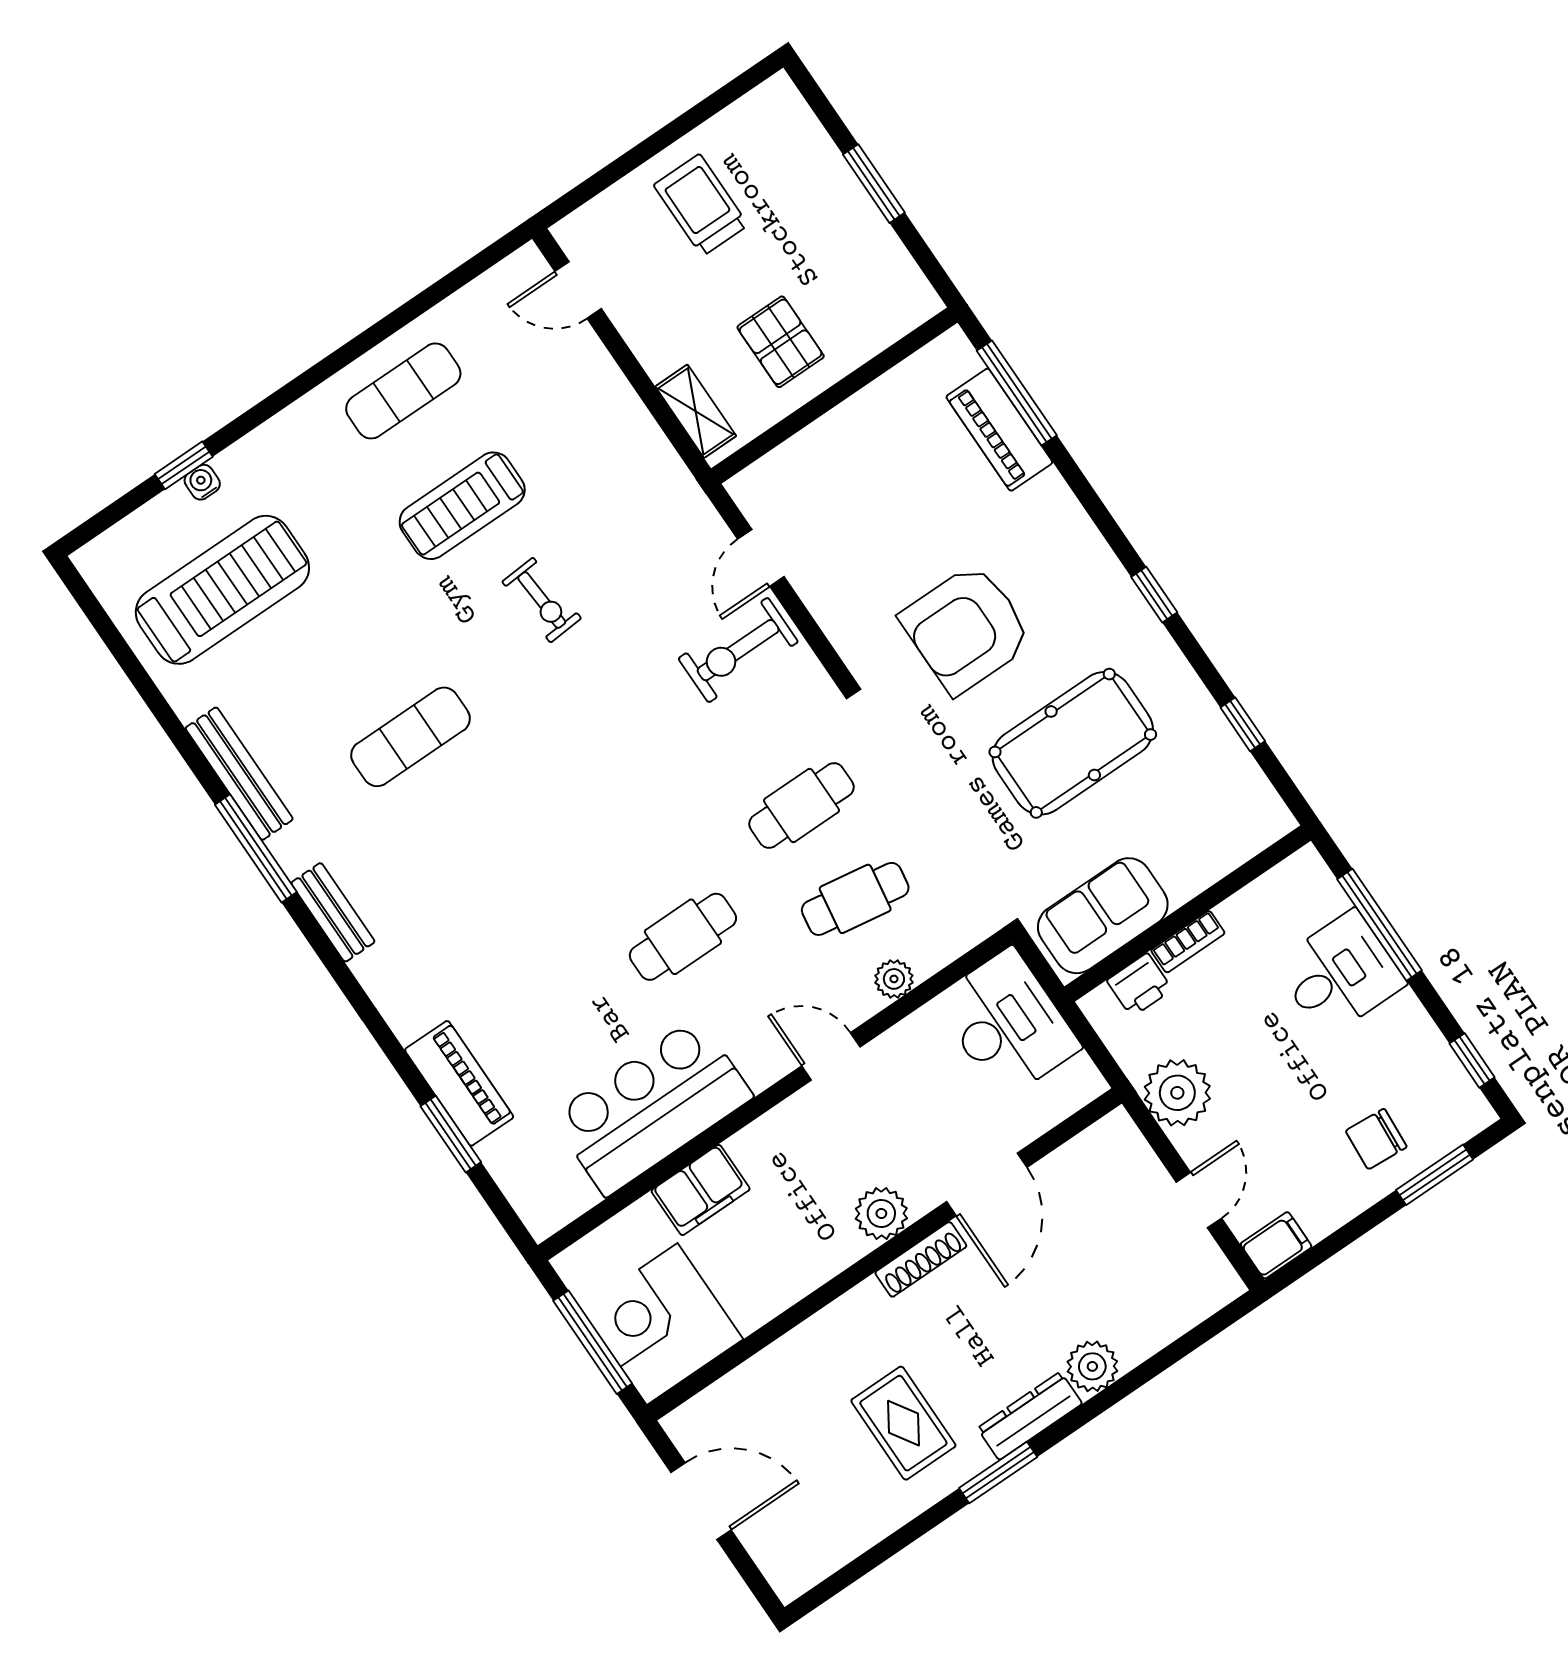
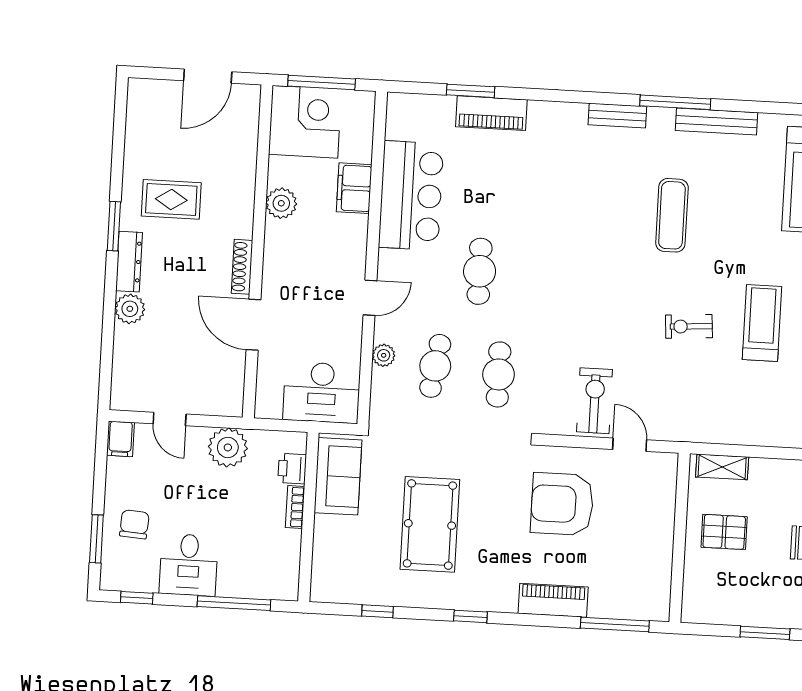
piano: (999, 430) -> (553, 600), moved
armchair: (966, 629) -> (562, 504), moved, turned -90
desk: (1340, 974) -> (189, 565), moved
plant: (881, 1213) -> (281, 203), moved

